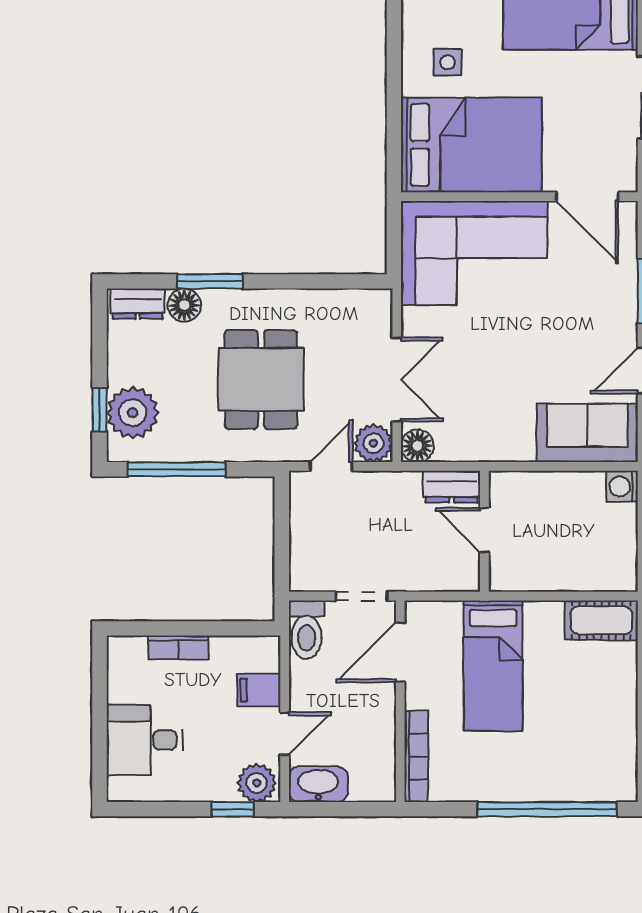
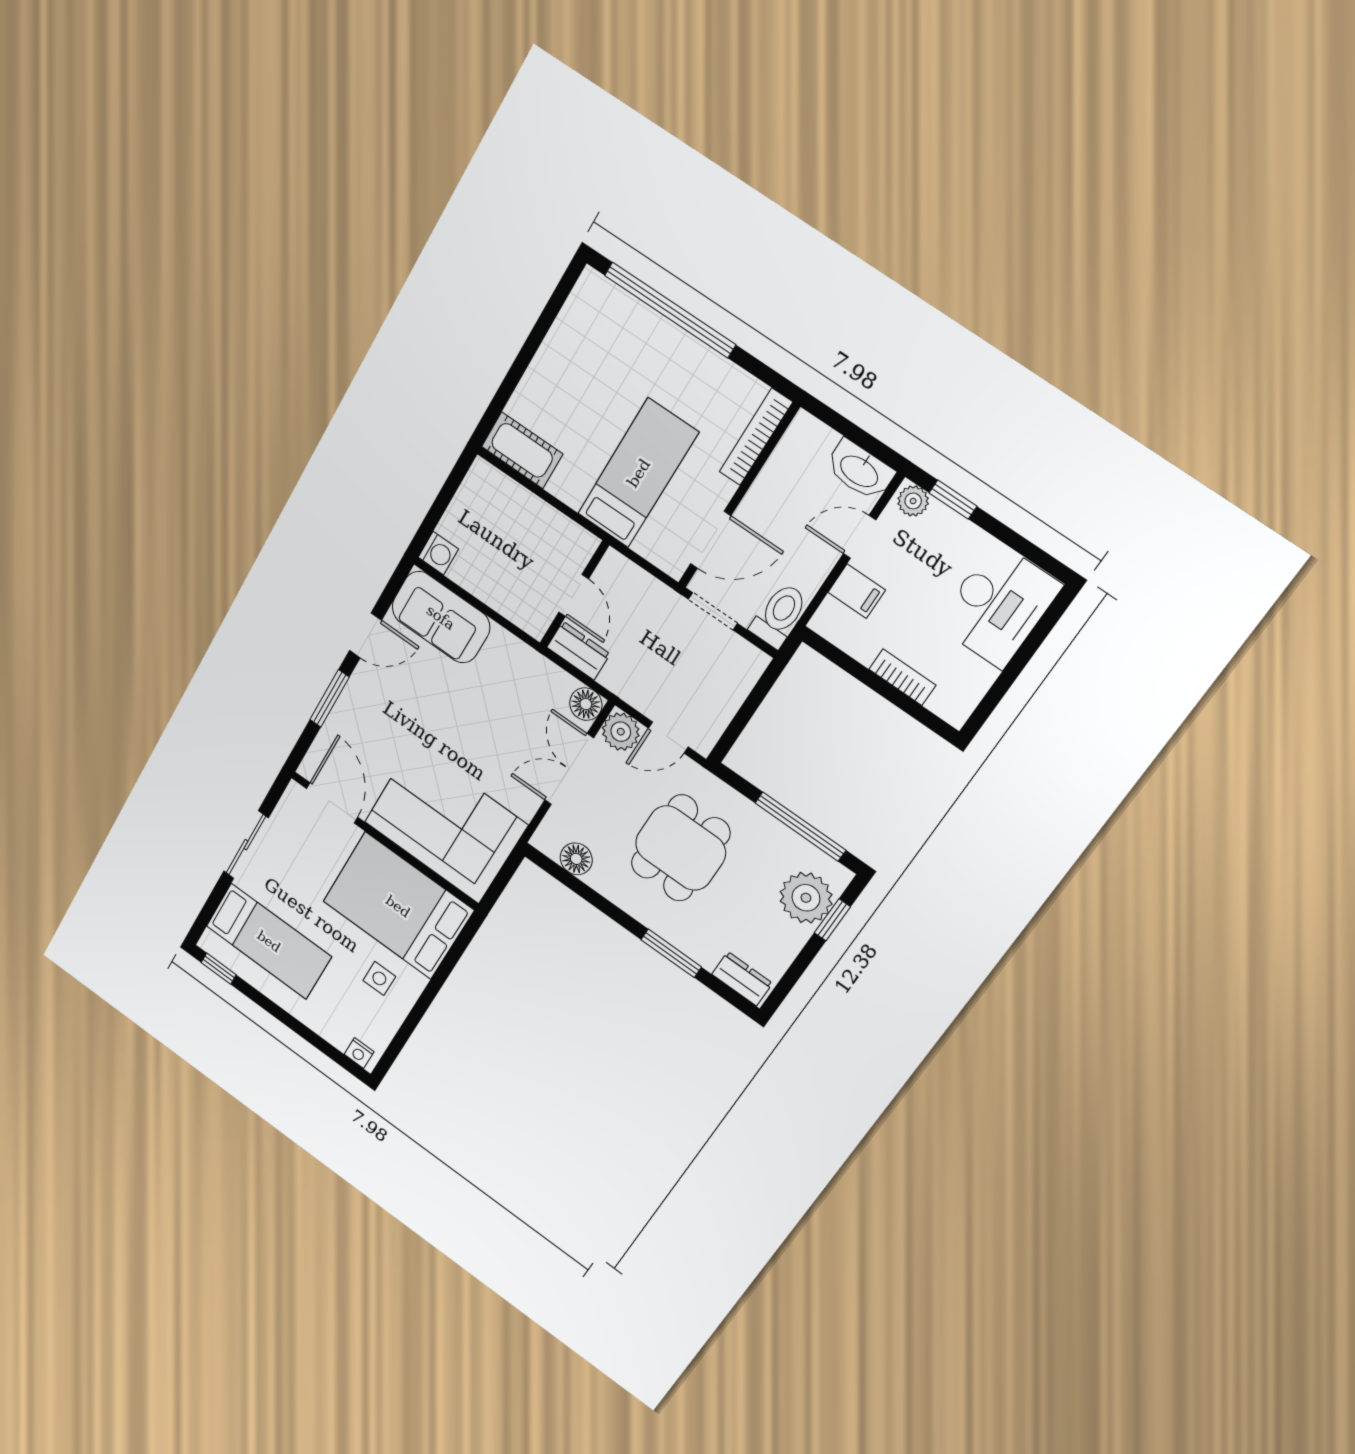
floor lamp: (184, 305) -> (576, 859), moved
desk: (144, 740) -> (998, 605), width x1.37
plant: (257, 783) -> (913, 501), width x0.73, depth x0.73

